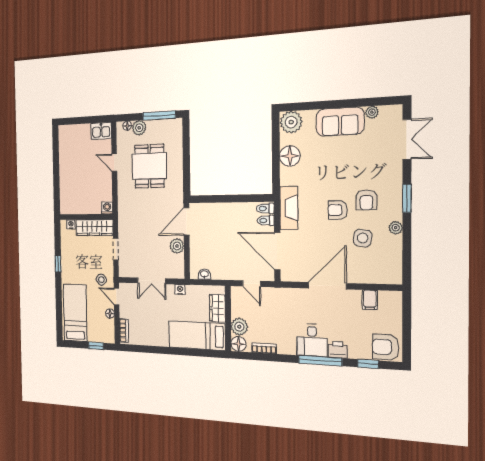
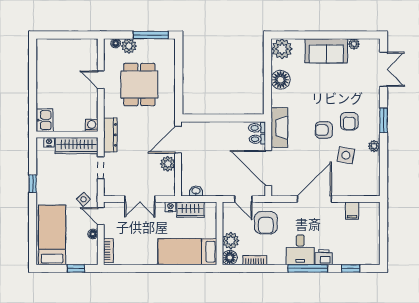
kitchen sink: (101, 131) -> (45, 120), moved, turned -90
dresser: (124, 217) -> (110, 135), added
wardrobe: (217, 308) -> (190, 210), moved, turned -90
armchair: (386, 347) -> (266, 223), moved, turned -90

